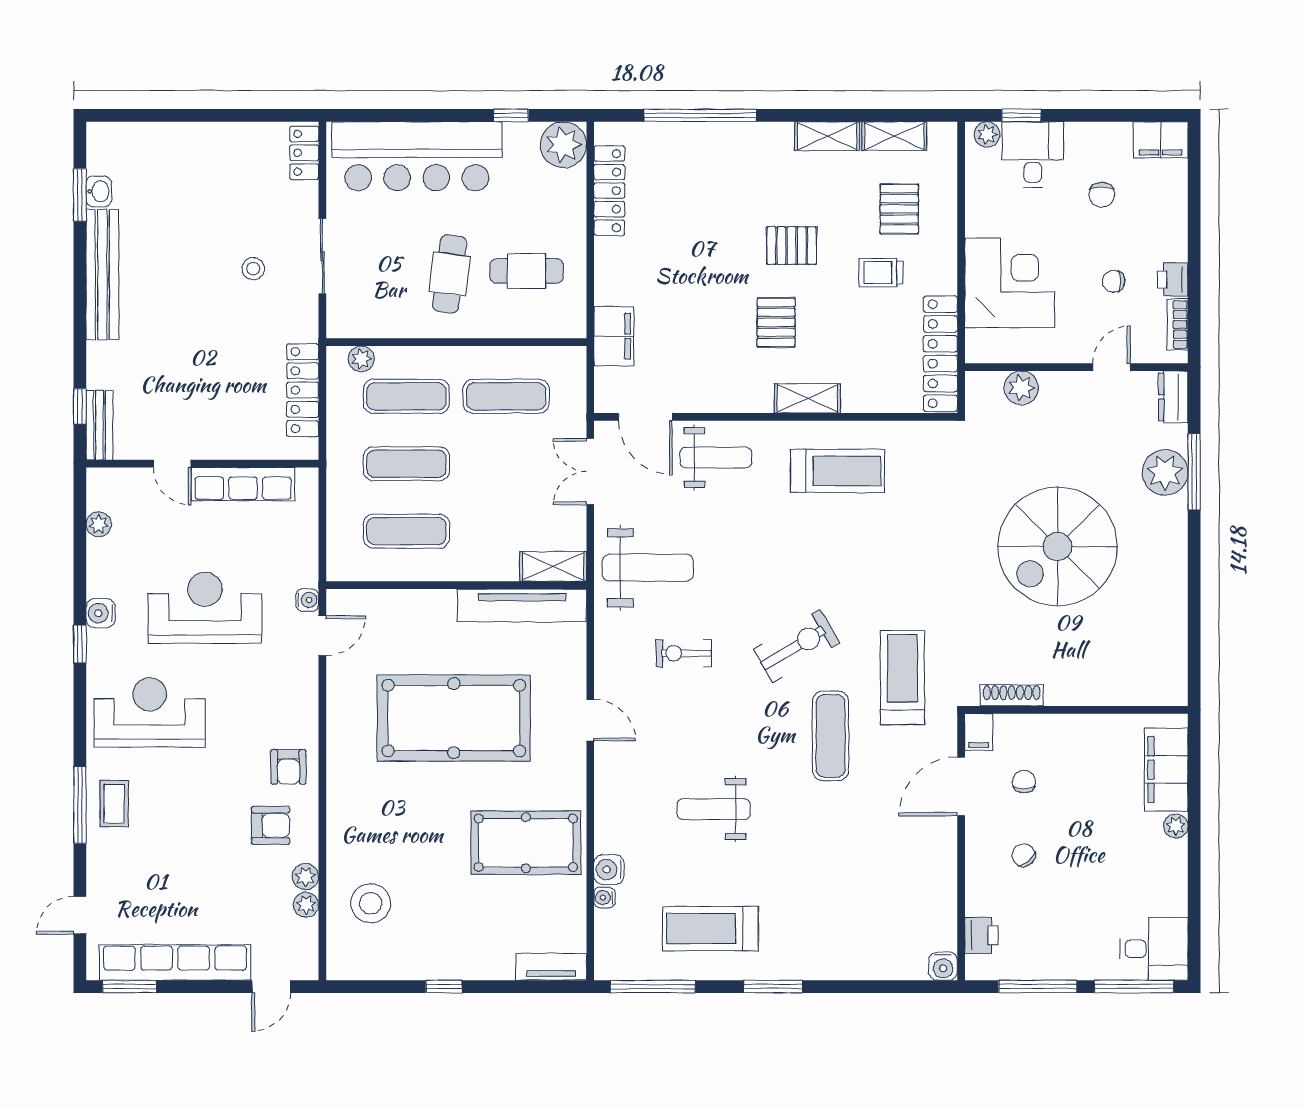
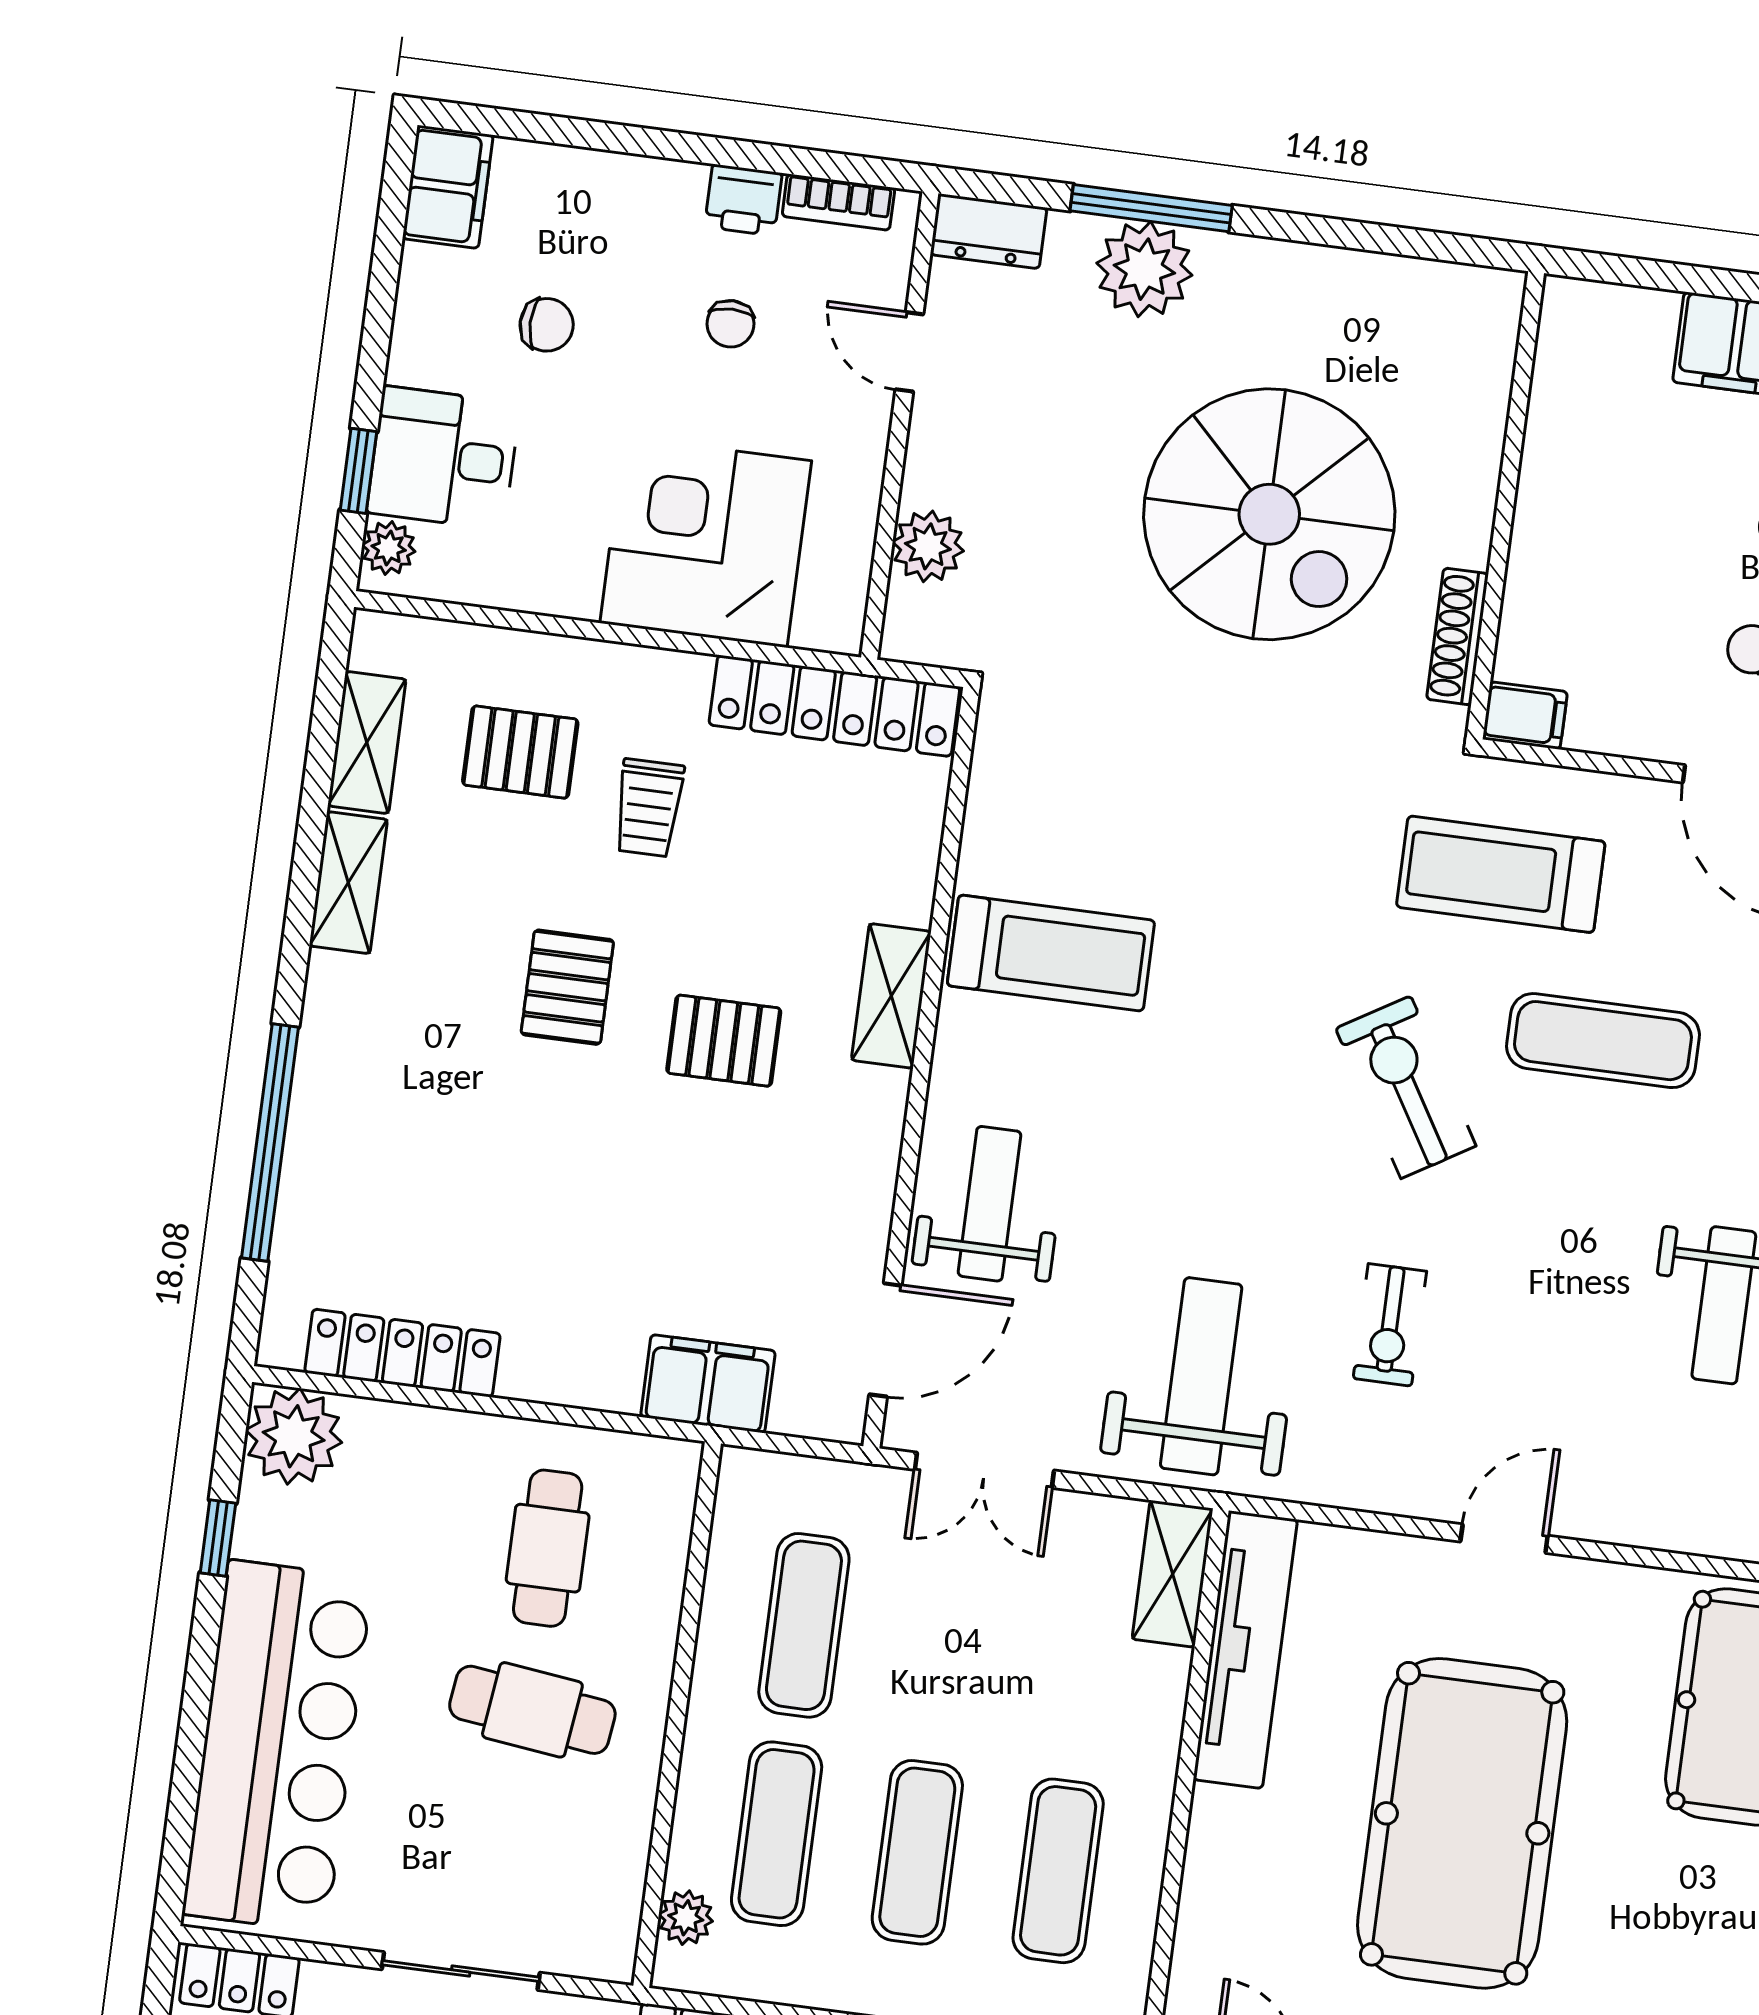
treadmill: (838, 471) -> (1051, 953), turned 90
shoe rack: (1012, 695) -> (1457, 636), moved
wall: (1076, 710) -> (1505, 505), moved
filing cabinet: (979, 732) -> (1525, 716), moved

